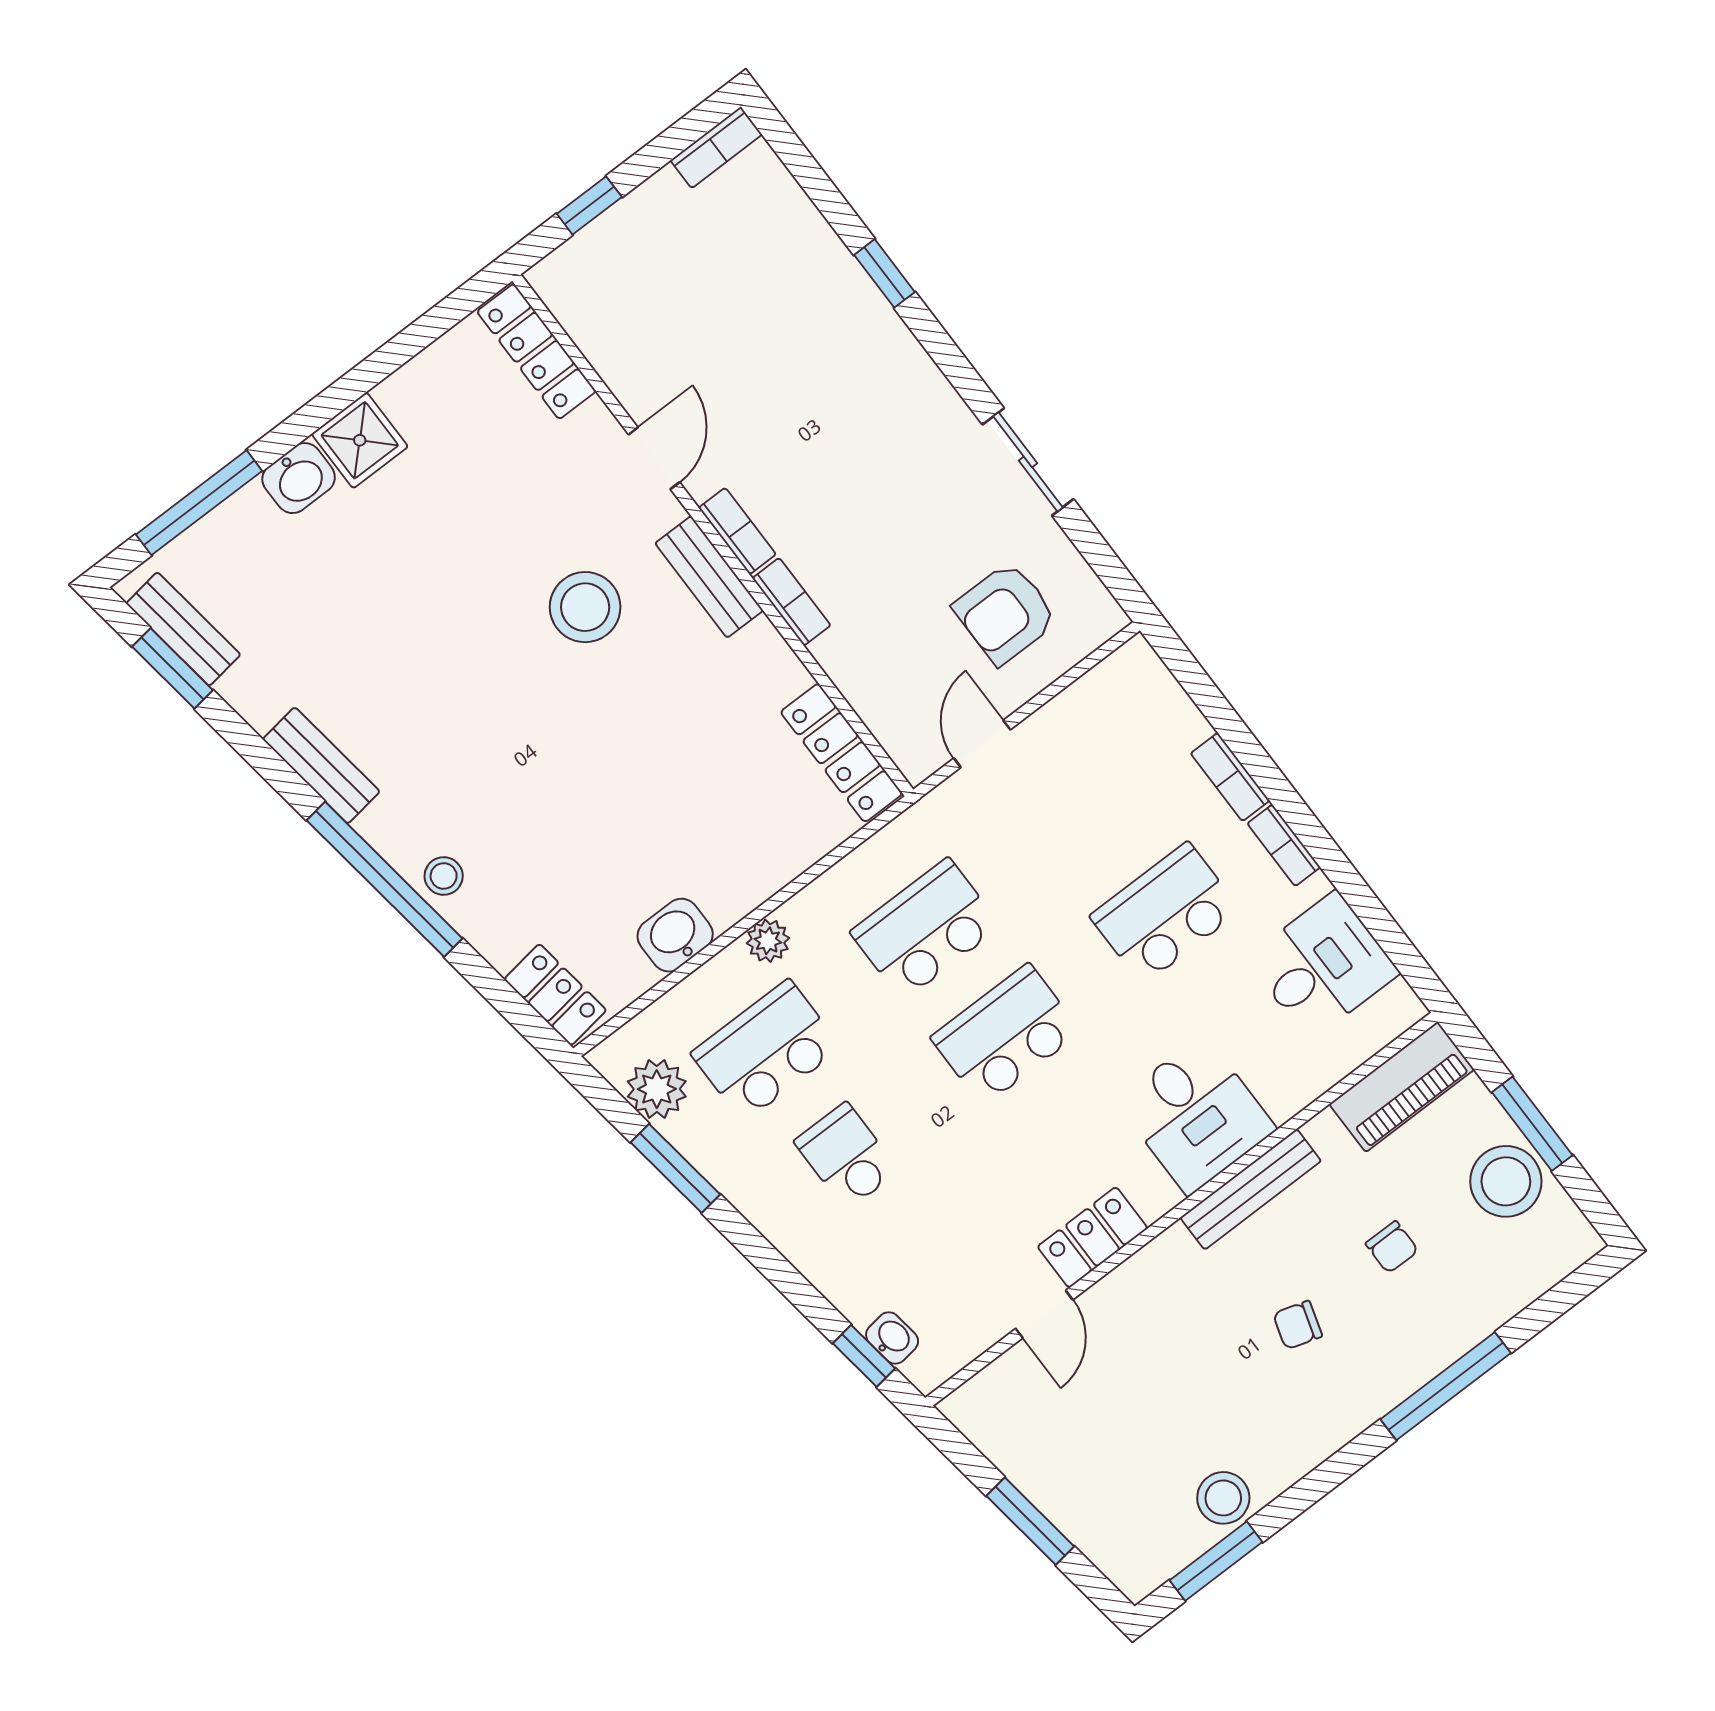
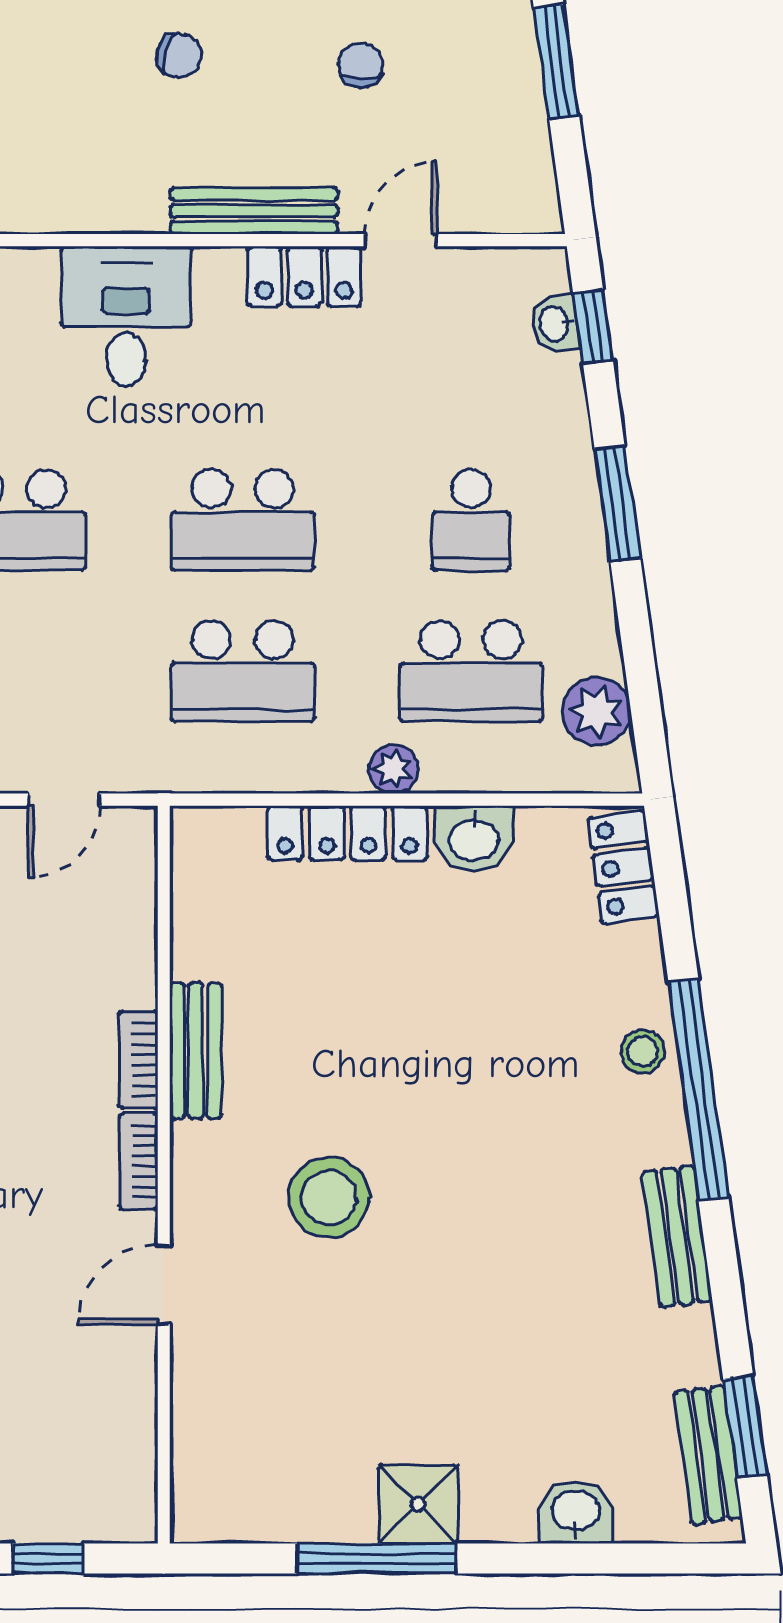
locker: (536, 351) -> (196, 1463), removed
washbasin: (299, 478) -> (576, 1512), moved
window: (199, 503) -> (377, 1559), moved
bench: (709, 577) -> (196, 1051), moved
locker: (842, 753) -> (347, 833), moved, turned 90
window: (675, 1168) -> (617, 504), moved
bench: (1251, 1189) -> (254, 211), moved
chair: (1392, 1247) -> (361, 65), moved

